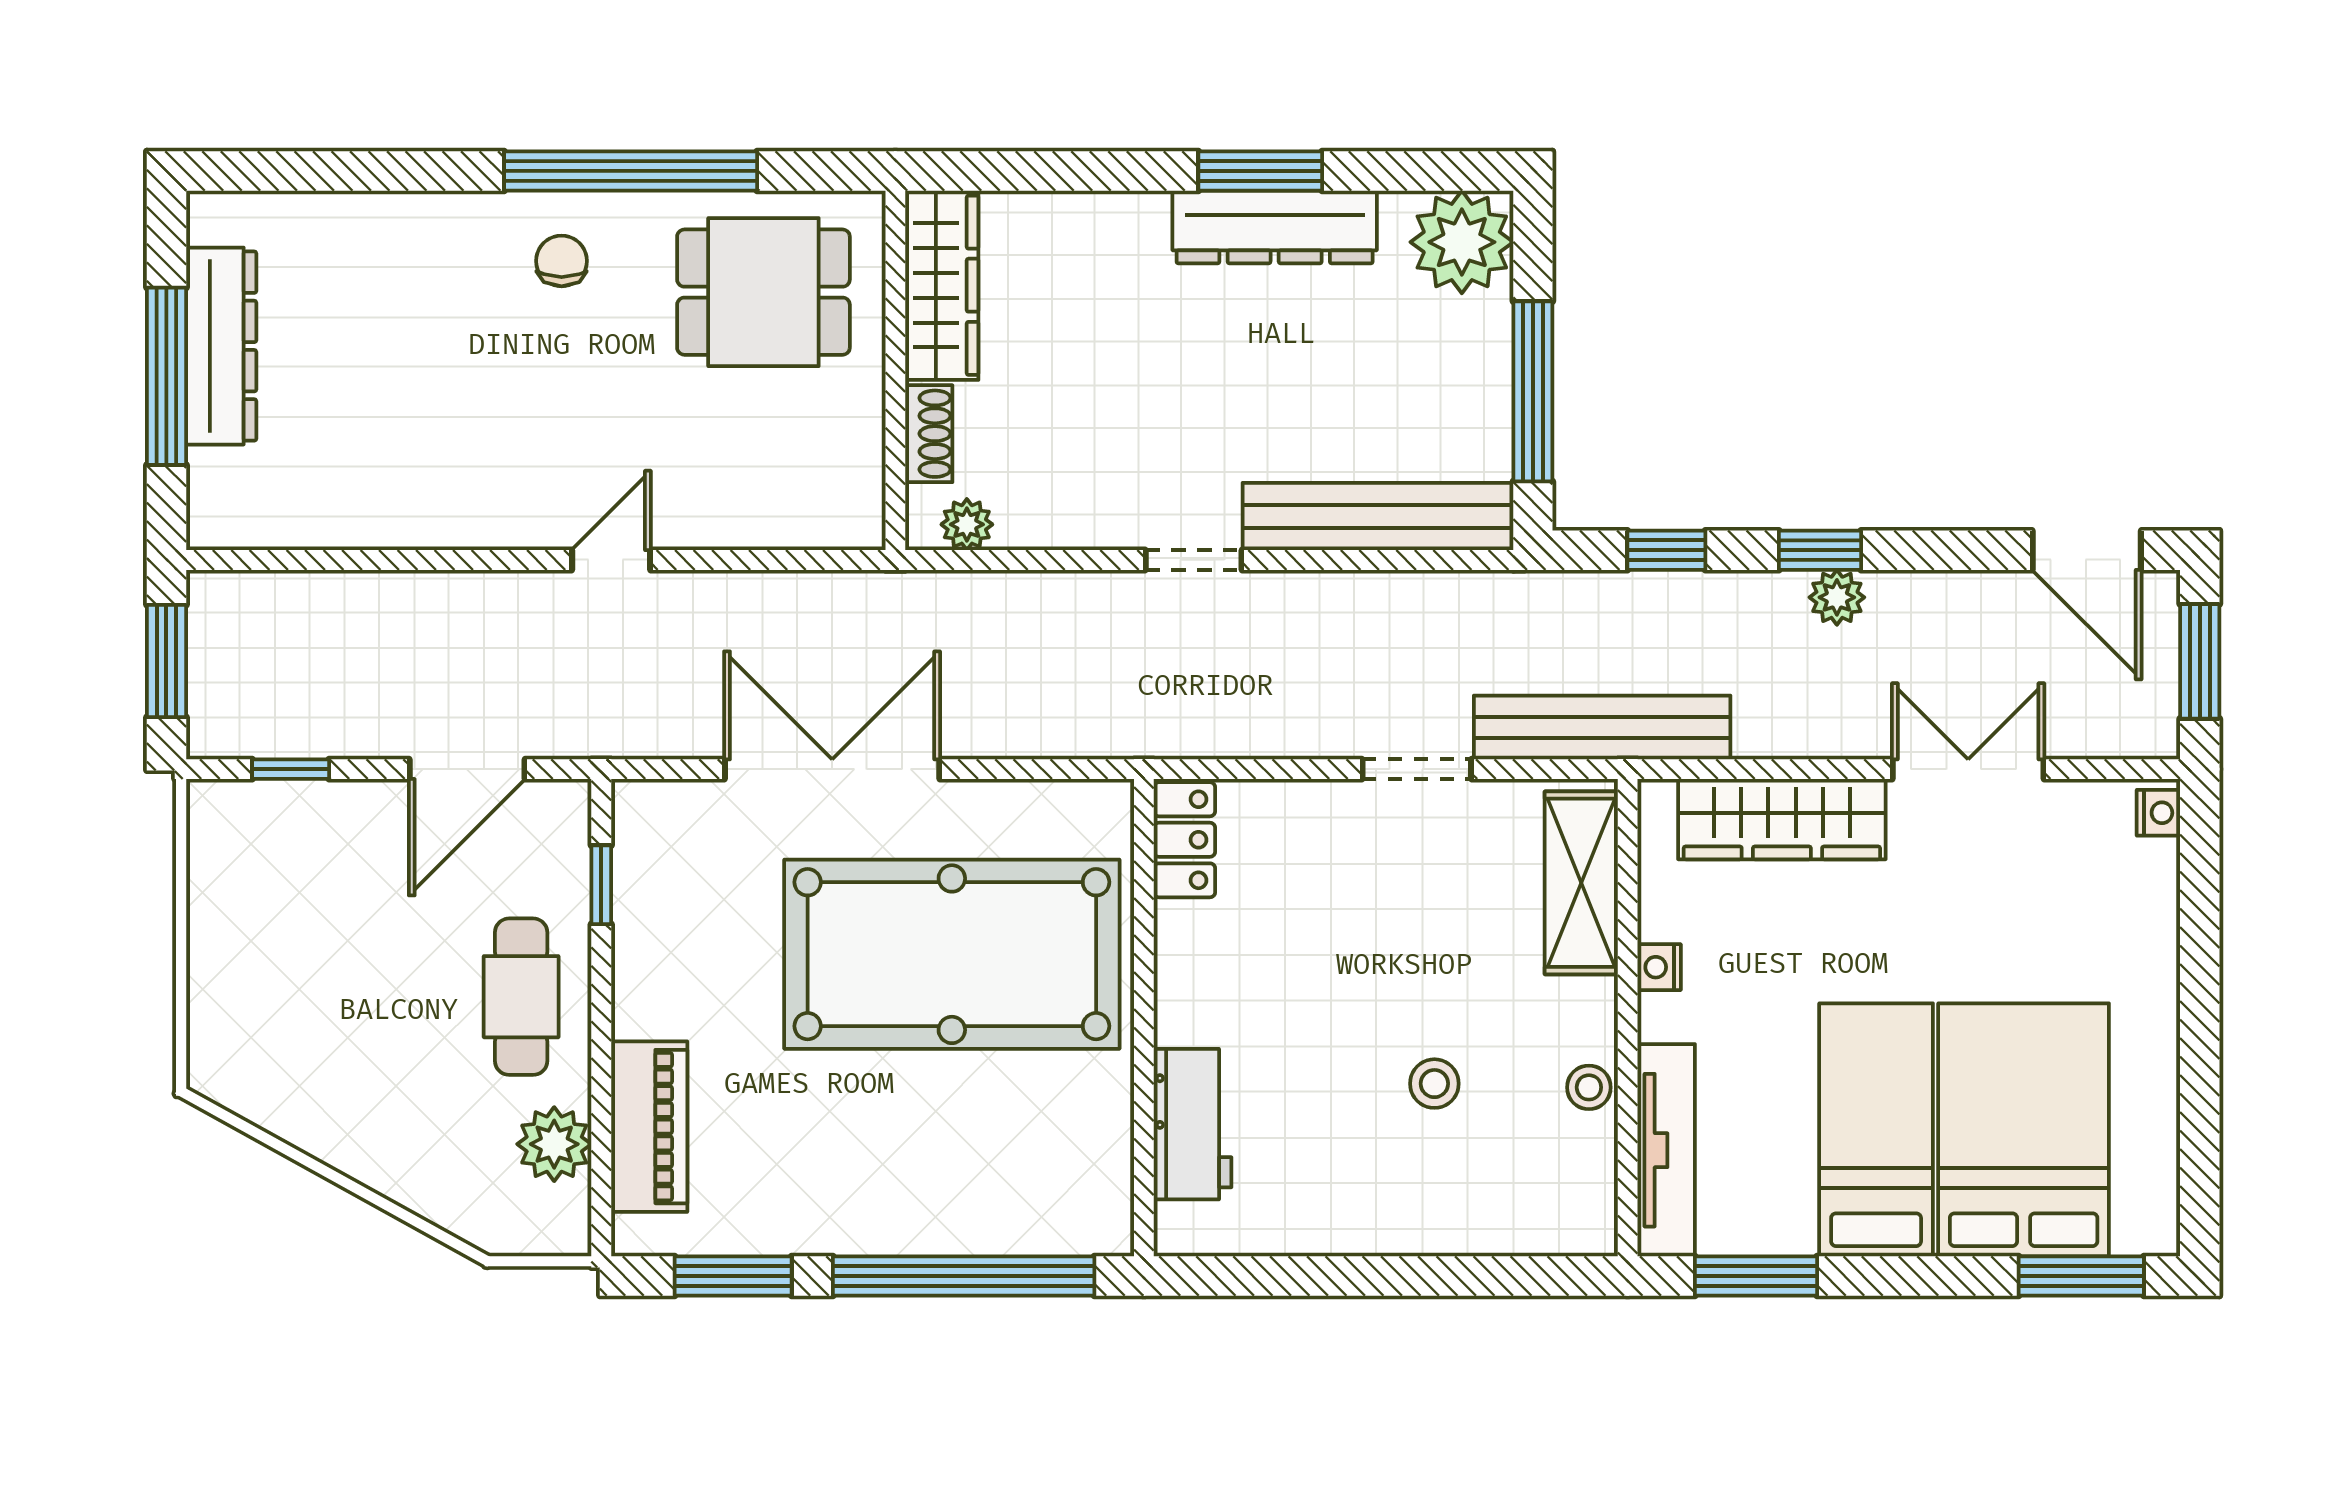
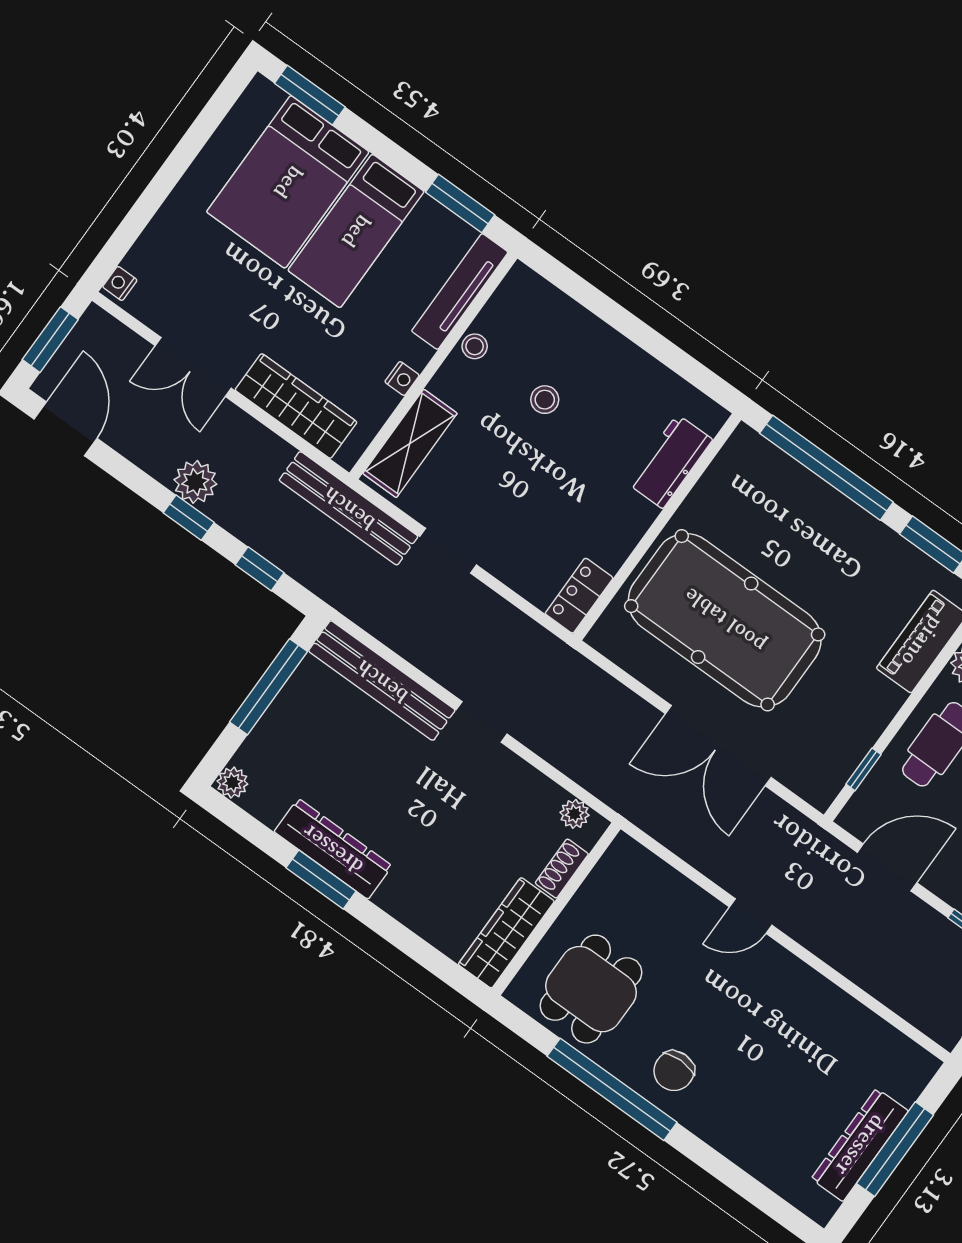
plant: (1462, 242) -> (232, 783), width x0.53, depth x0.53
chair: (562, 261) -> (674, 1071), width x1.37, depth x1.37
dining table: (763, 292) -> (591, 989), turned 90
plant: (1837, 597) -> (195, 482), width x1.38, depth x1.38

